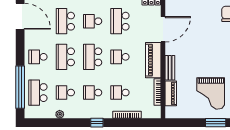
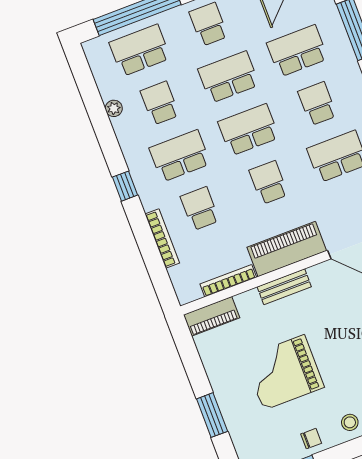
school desk: (93, 93) -> (180, 156), width x1.85
piano: (171, 93) -> (212, 316), moved
grand piano: (211, 93) -> (284, 372), moved

